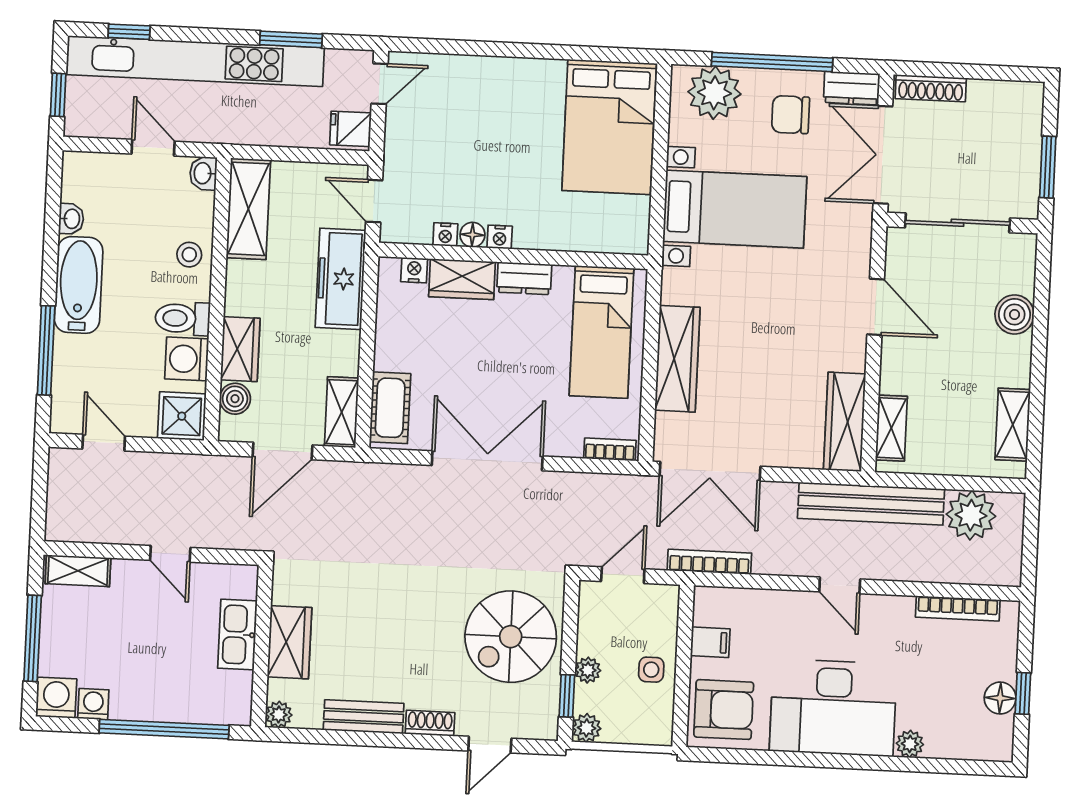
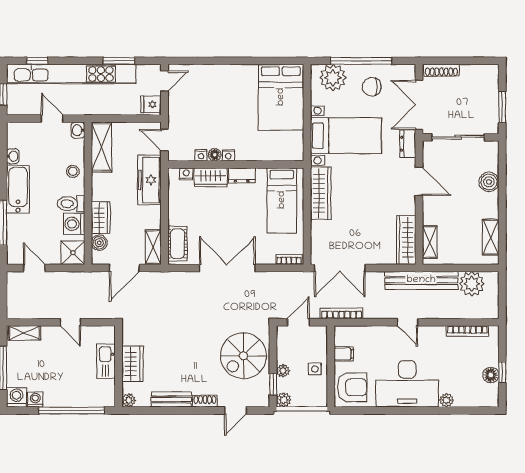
dresser: (852, 88) -> (408, 144), moved, turned 90
wardrobe: (677, 359) -> (321, 193), moved

